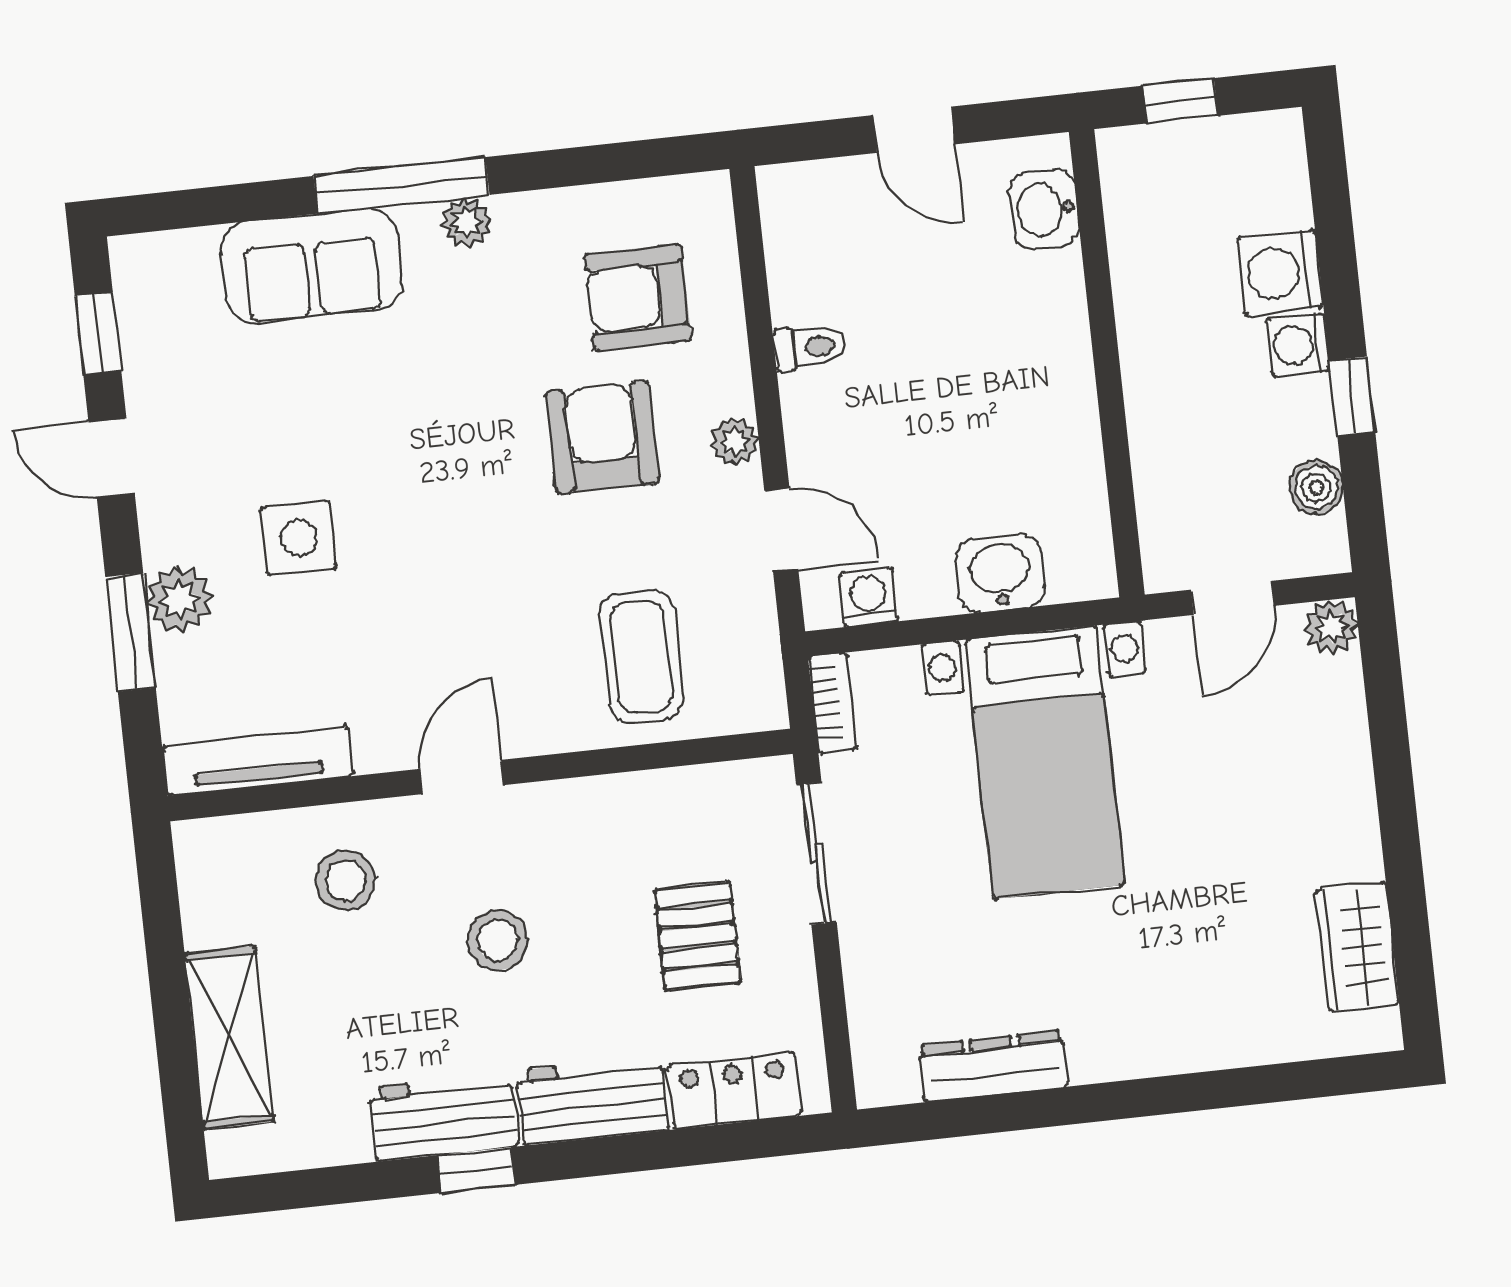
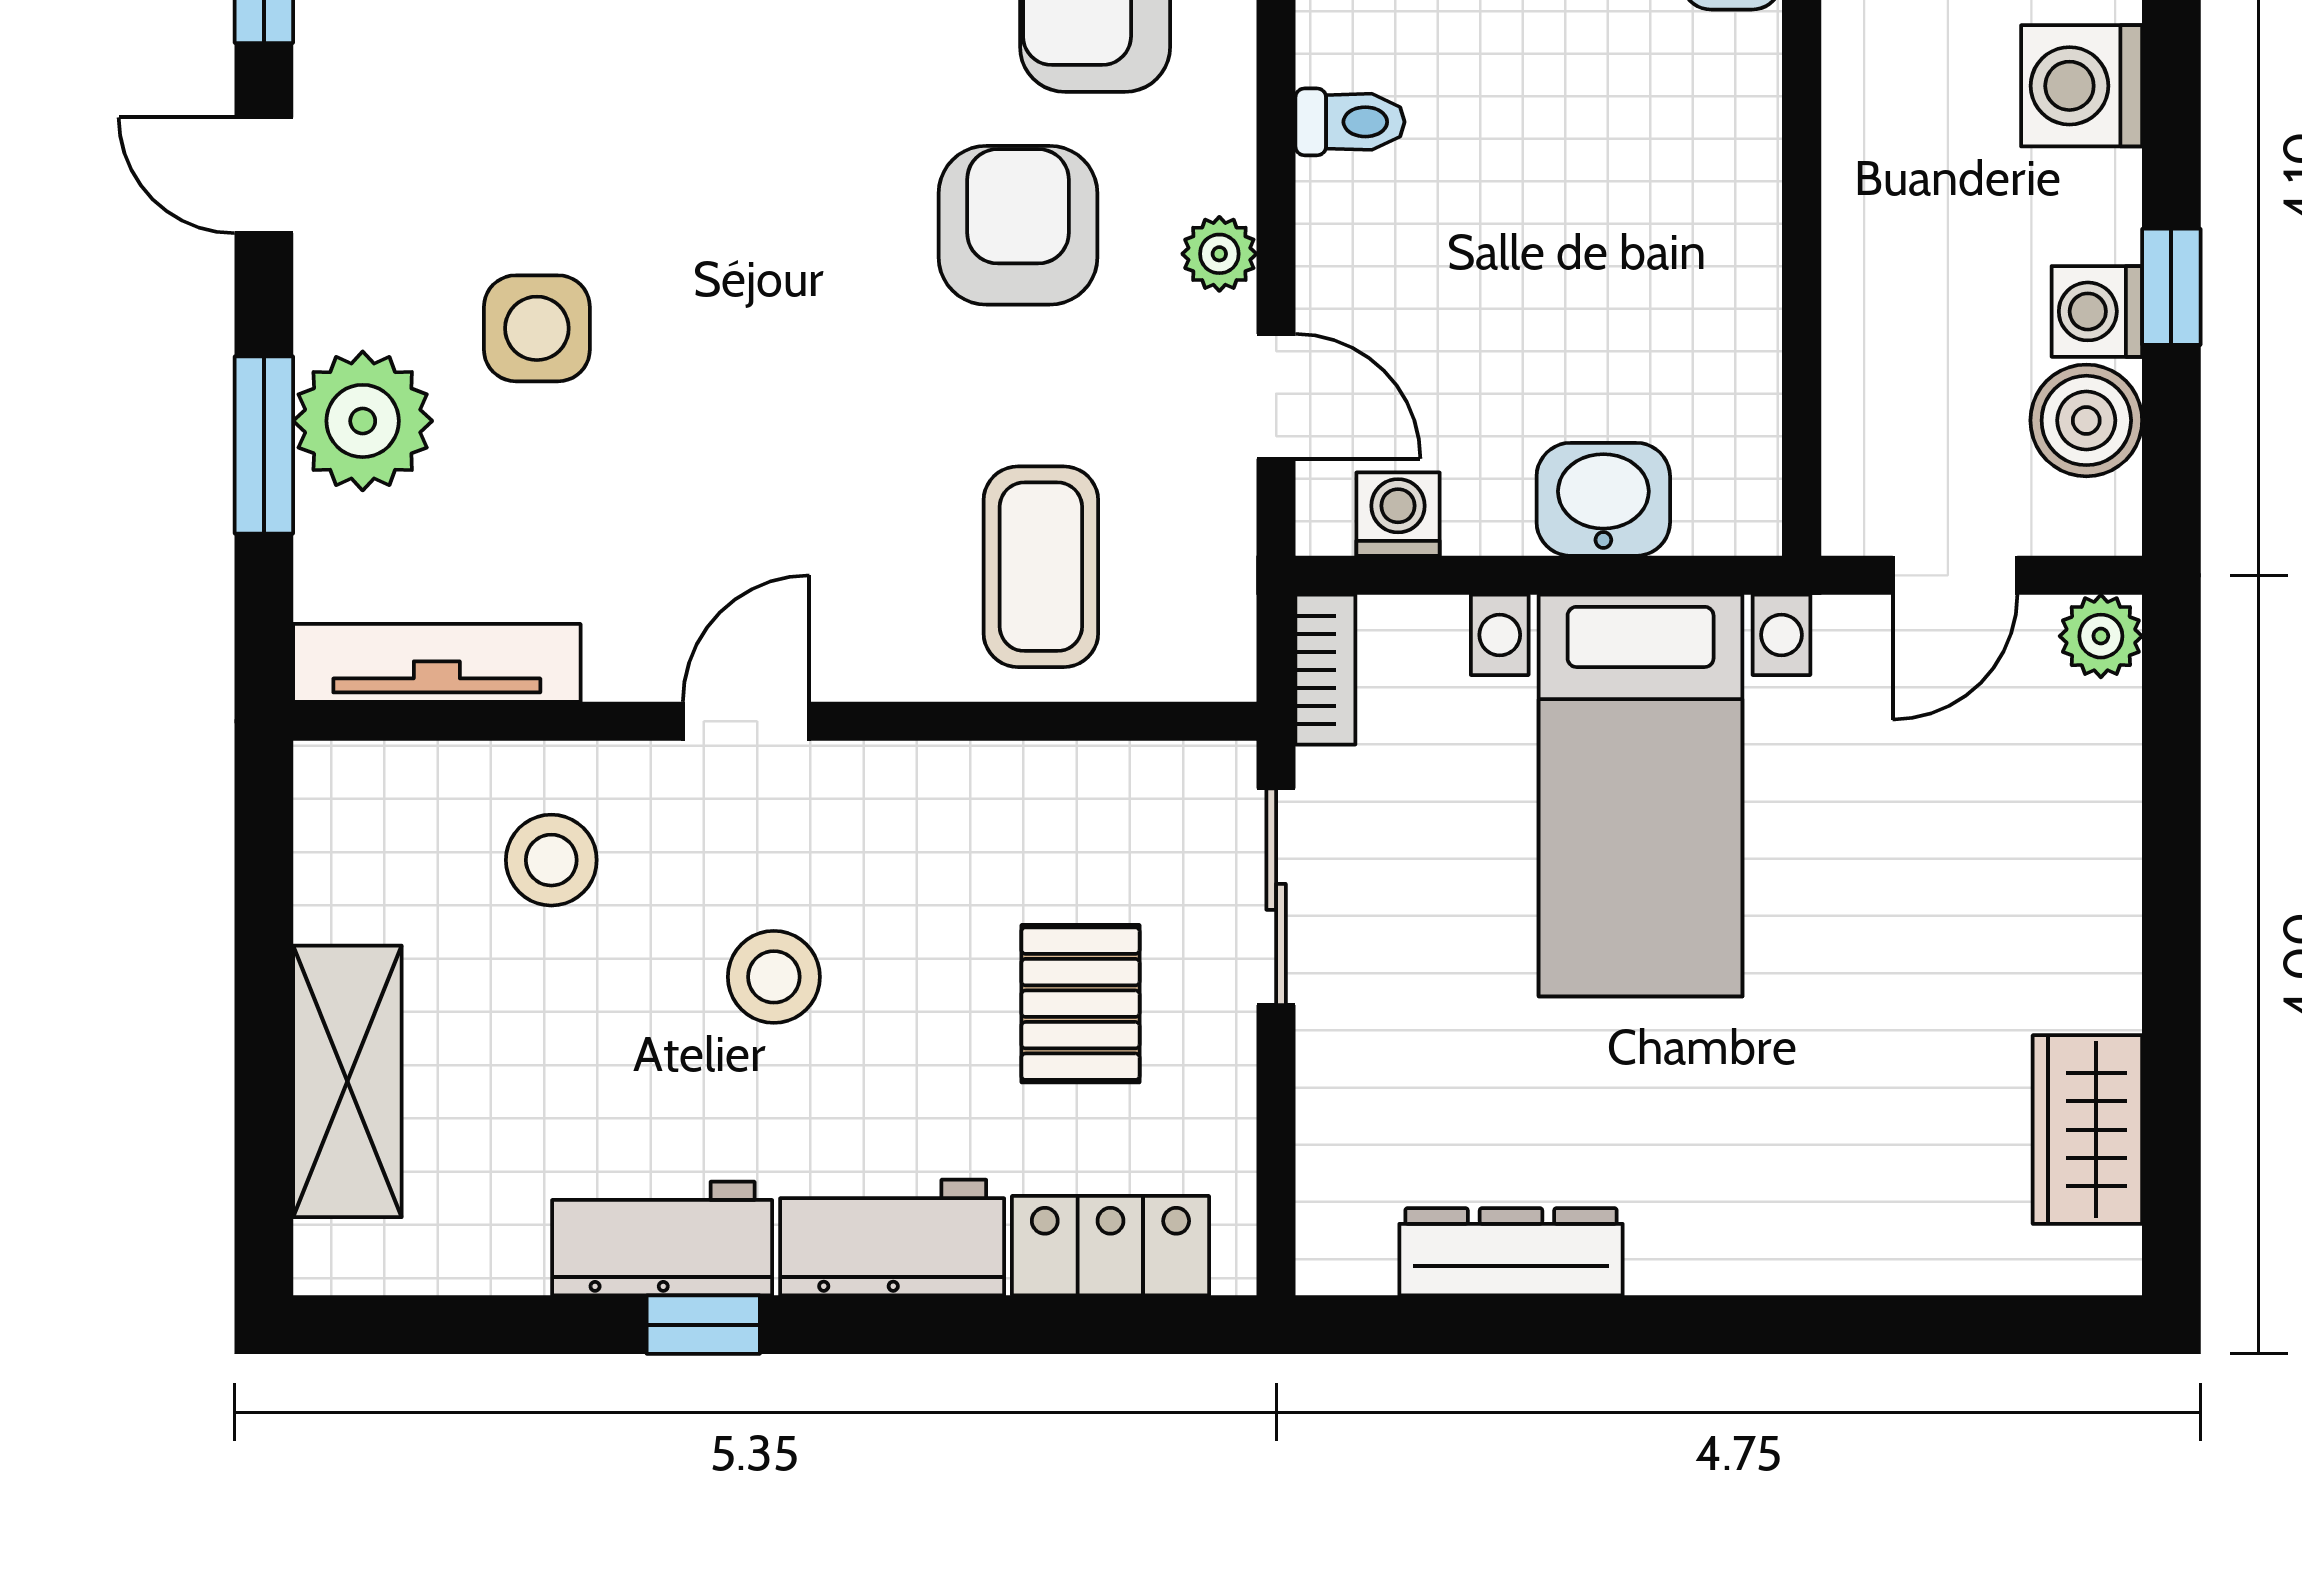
washing machine: (1298, 345) -> (2097, 311), moved
boiler: (1316, 487) -> (2086, 420), width x1.36, depth x1.36
plant: (179, 599) -> (363, 421), width x1.36, depth x1.36

